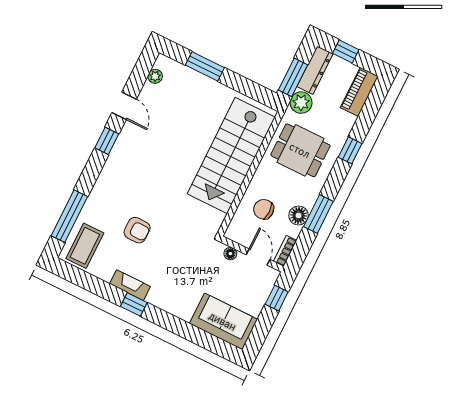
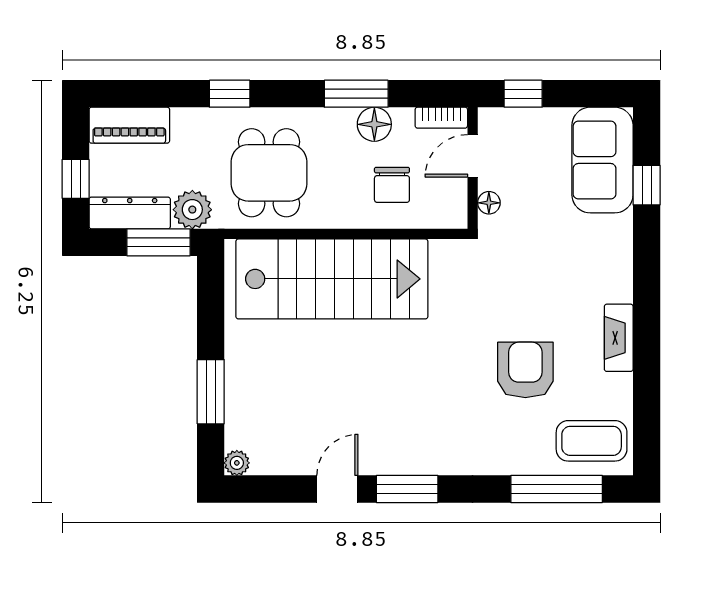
plant: (155, 76) -> (237, 463), moved
window: (107, 141) -> (407, 489), width x1.50
armchair: (137, 230) -> (525, 370), width x1.38, depth x1.38
window: (134, 304) -> (647, 185), moved

